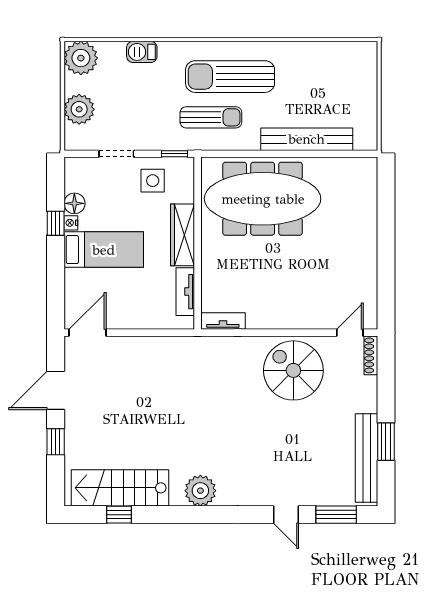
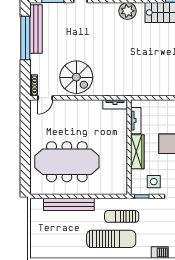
meeting table: (263, 199) -> (67, 162), moved
window: (386, 442) -> (25, 38), width x2.11

